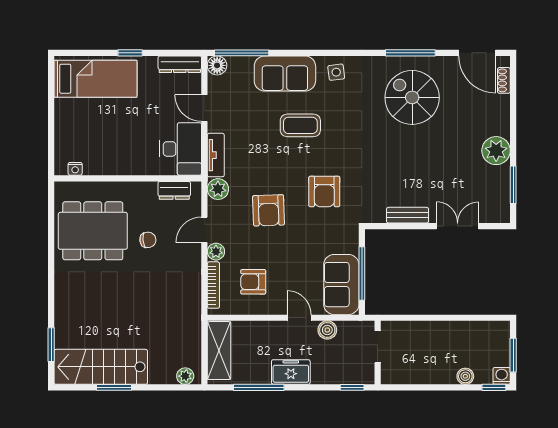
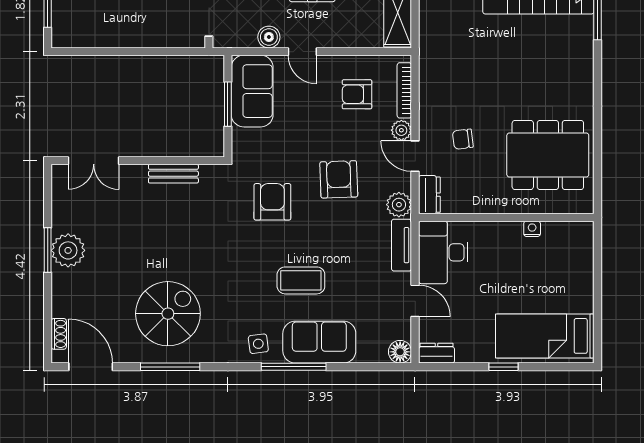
window: (242, 53) -> (294, 367), moved
dresser: (180, 64) -> (437, 353), width x0.70
spiral stairs: (412, 97) -> (168, 314), turned -90
nightstand: (75, 169) -> (532, 229), moved
window: (513, 185) -> (48, 250), moved
dresser: (174, 190) -> (429, 195), moved, turned 90
double door: (458, 226) -> (94, 161), moved
door: (204, 230) -> (415, 156), swing flipped
chair: (148, 240) -> (463, 139), moved
window: (362, 274) -> (228, 104), width x0.69
armchair: (253, 282) -> (357, 94), turned 180

